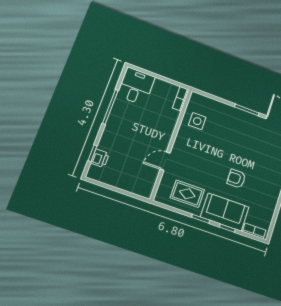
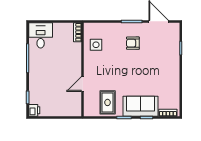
printer: (100, 158) -> (34, 110), moved
armchair: (236, 179) -> (133, 43), moved
rug: (187, 194) -> (108, 102), turned 90

